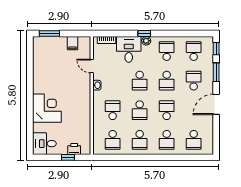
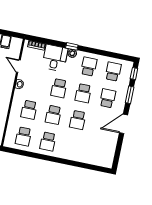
school desk: (113, 110) -> (29, 110), turned 180
school desk: (167, 110) -> (78, 120), turned 180
school desk: (167, 140) -> (72, 147), removed
school desk: (194, 140) -> (97, 152), removed

